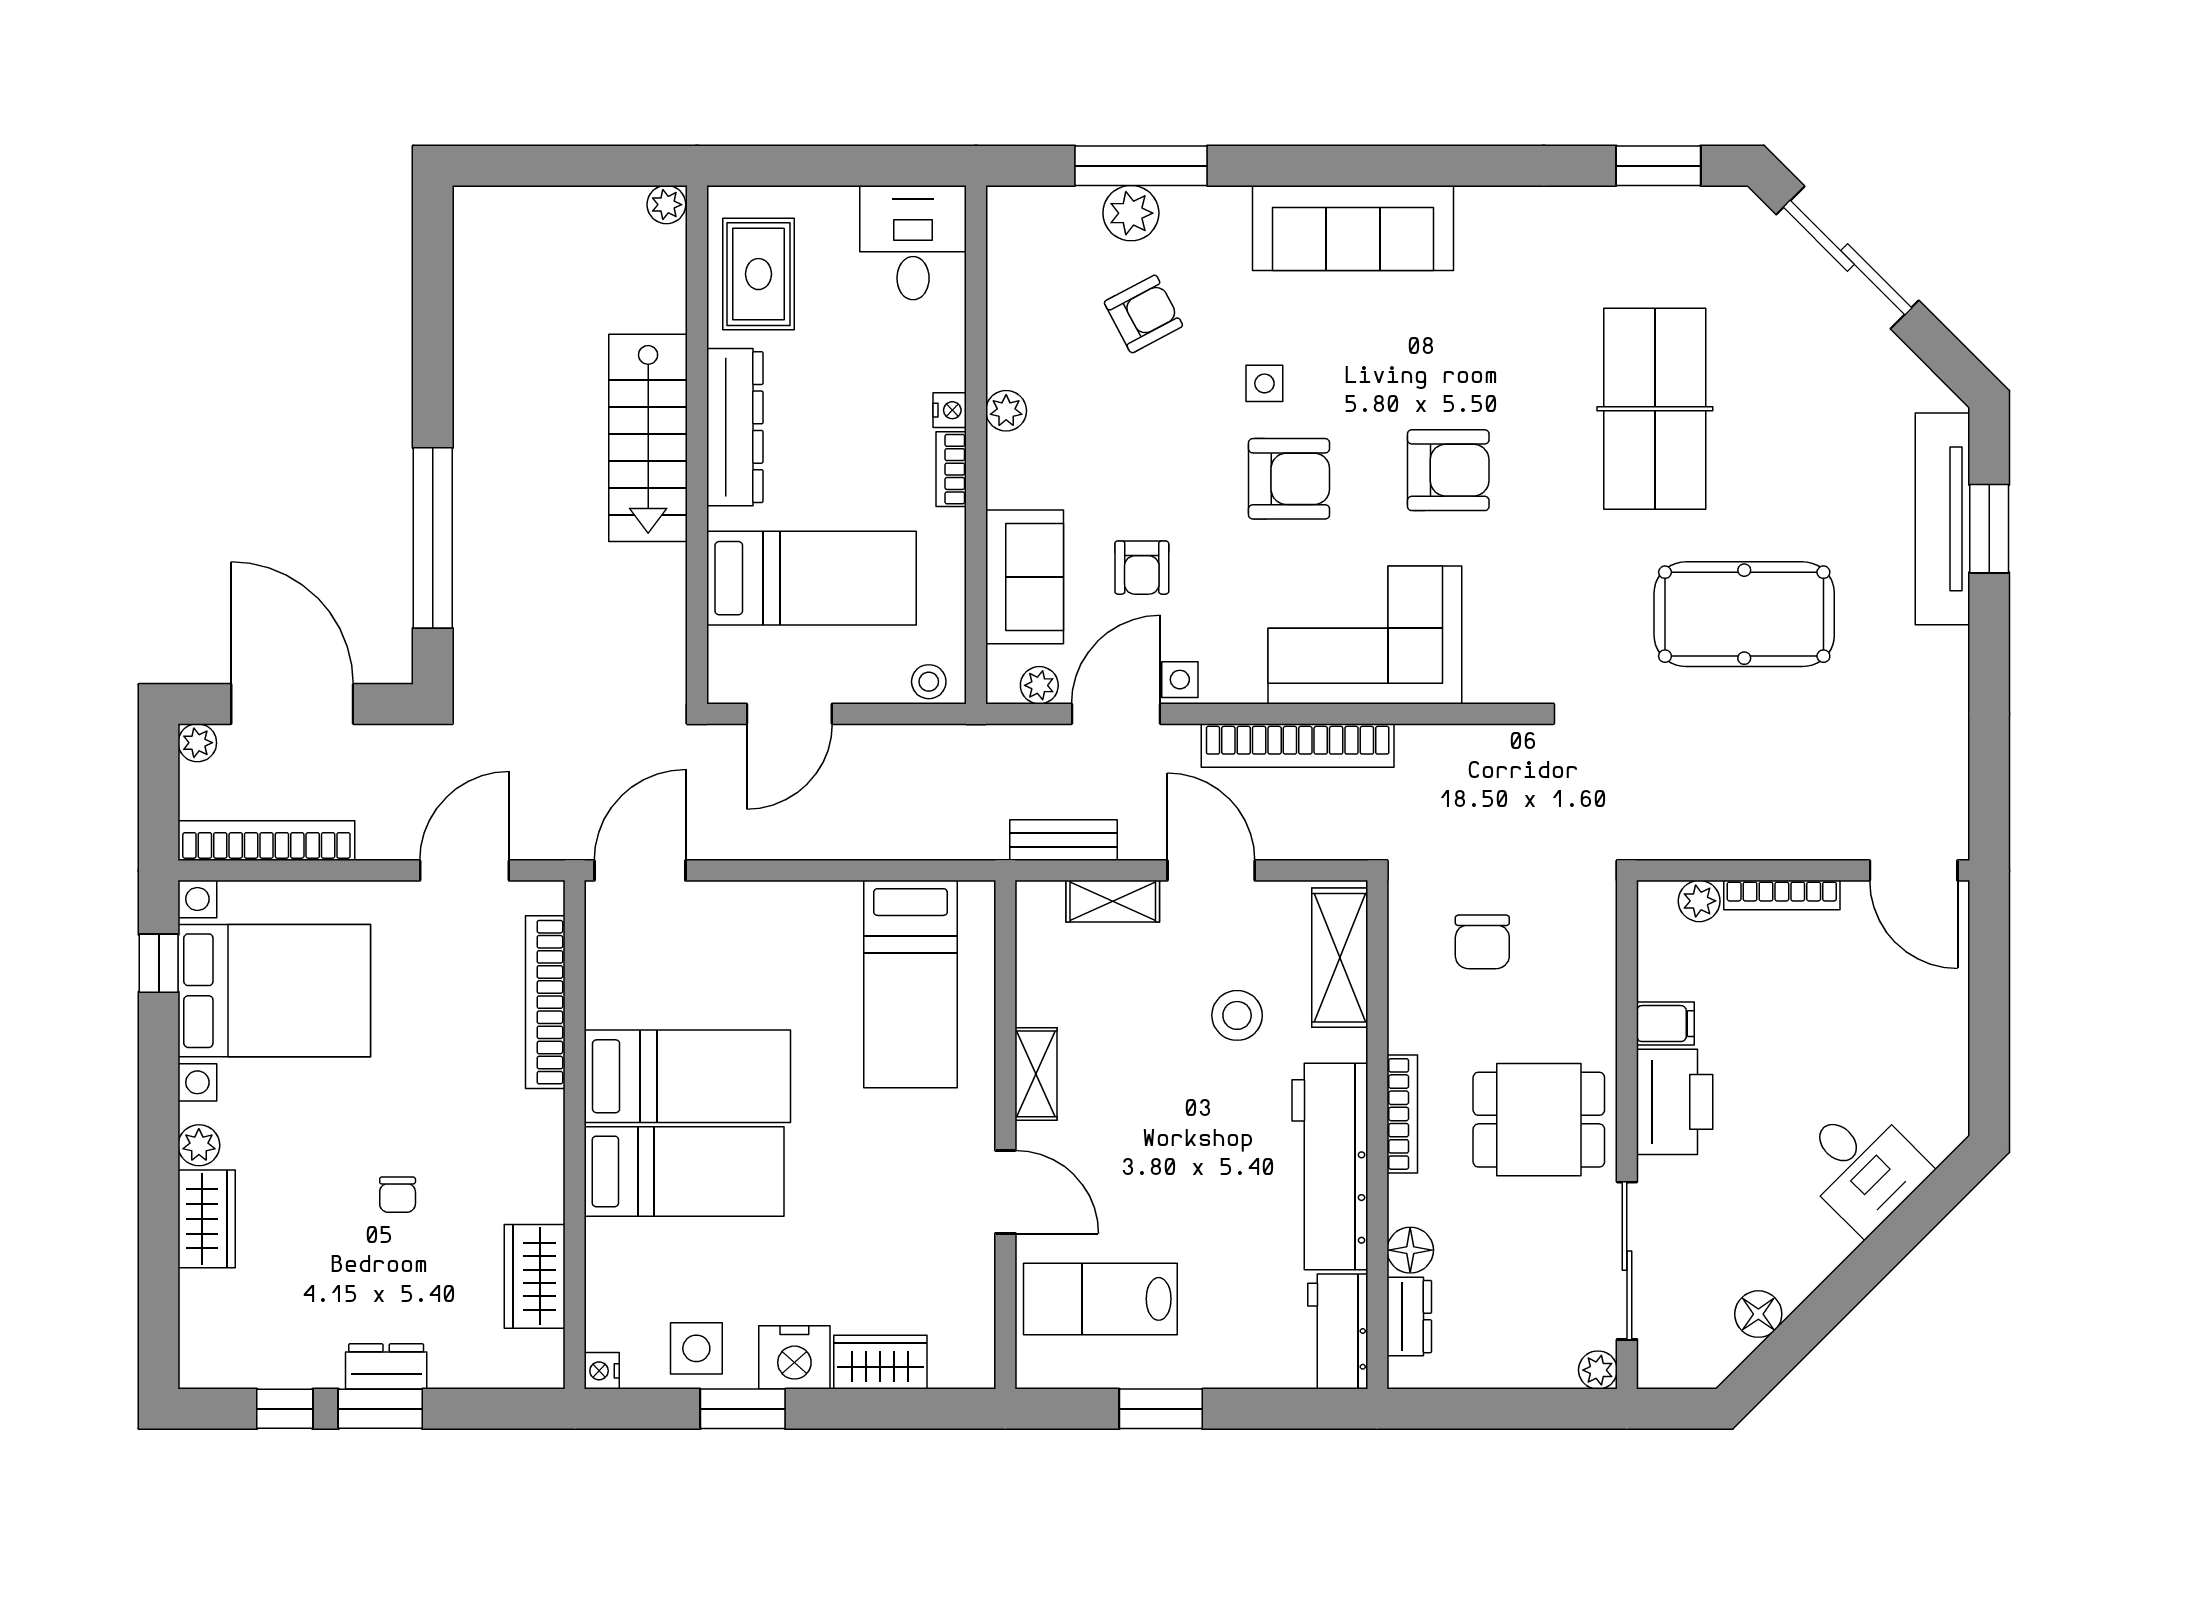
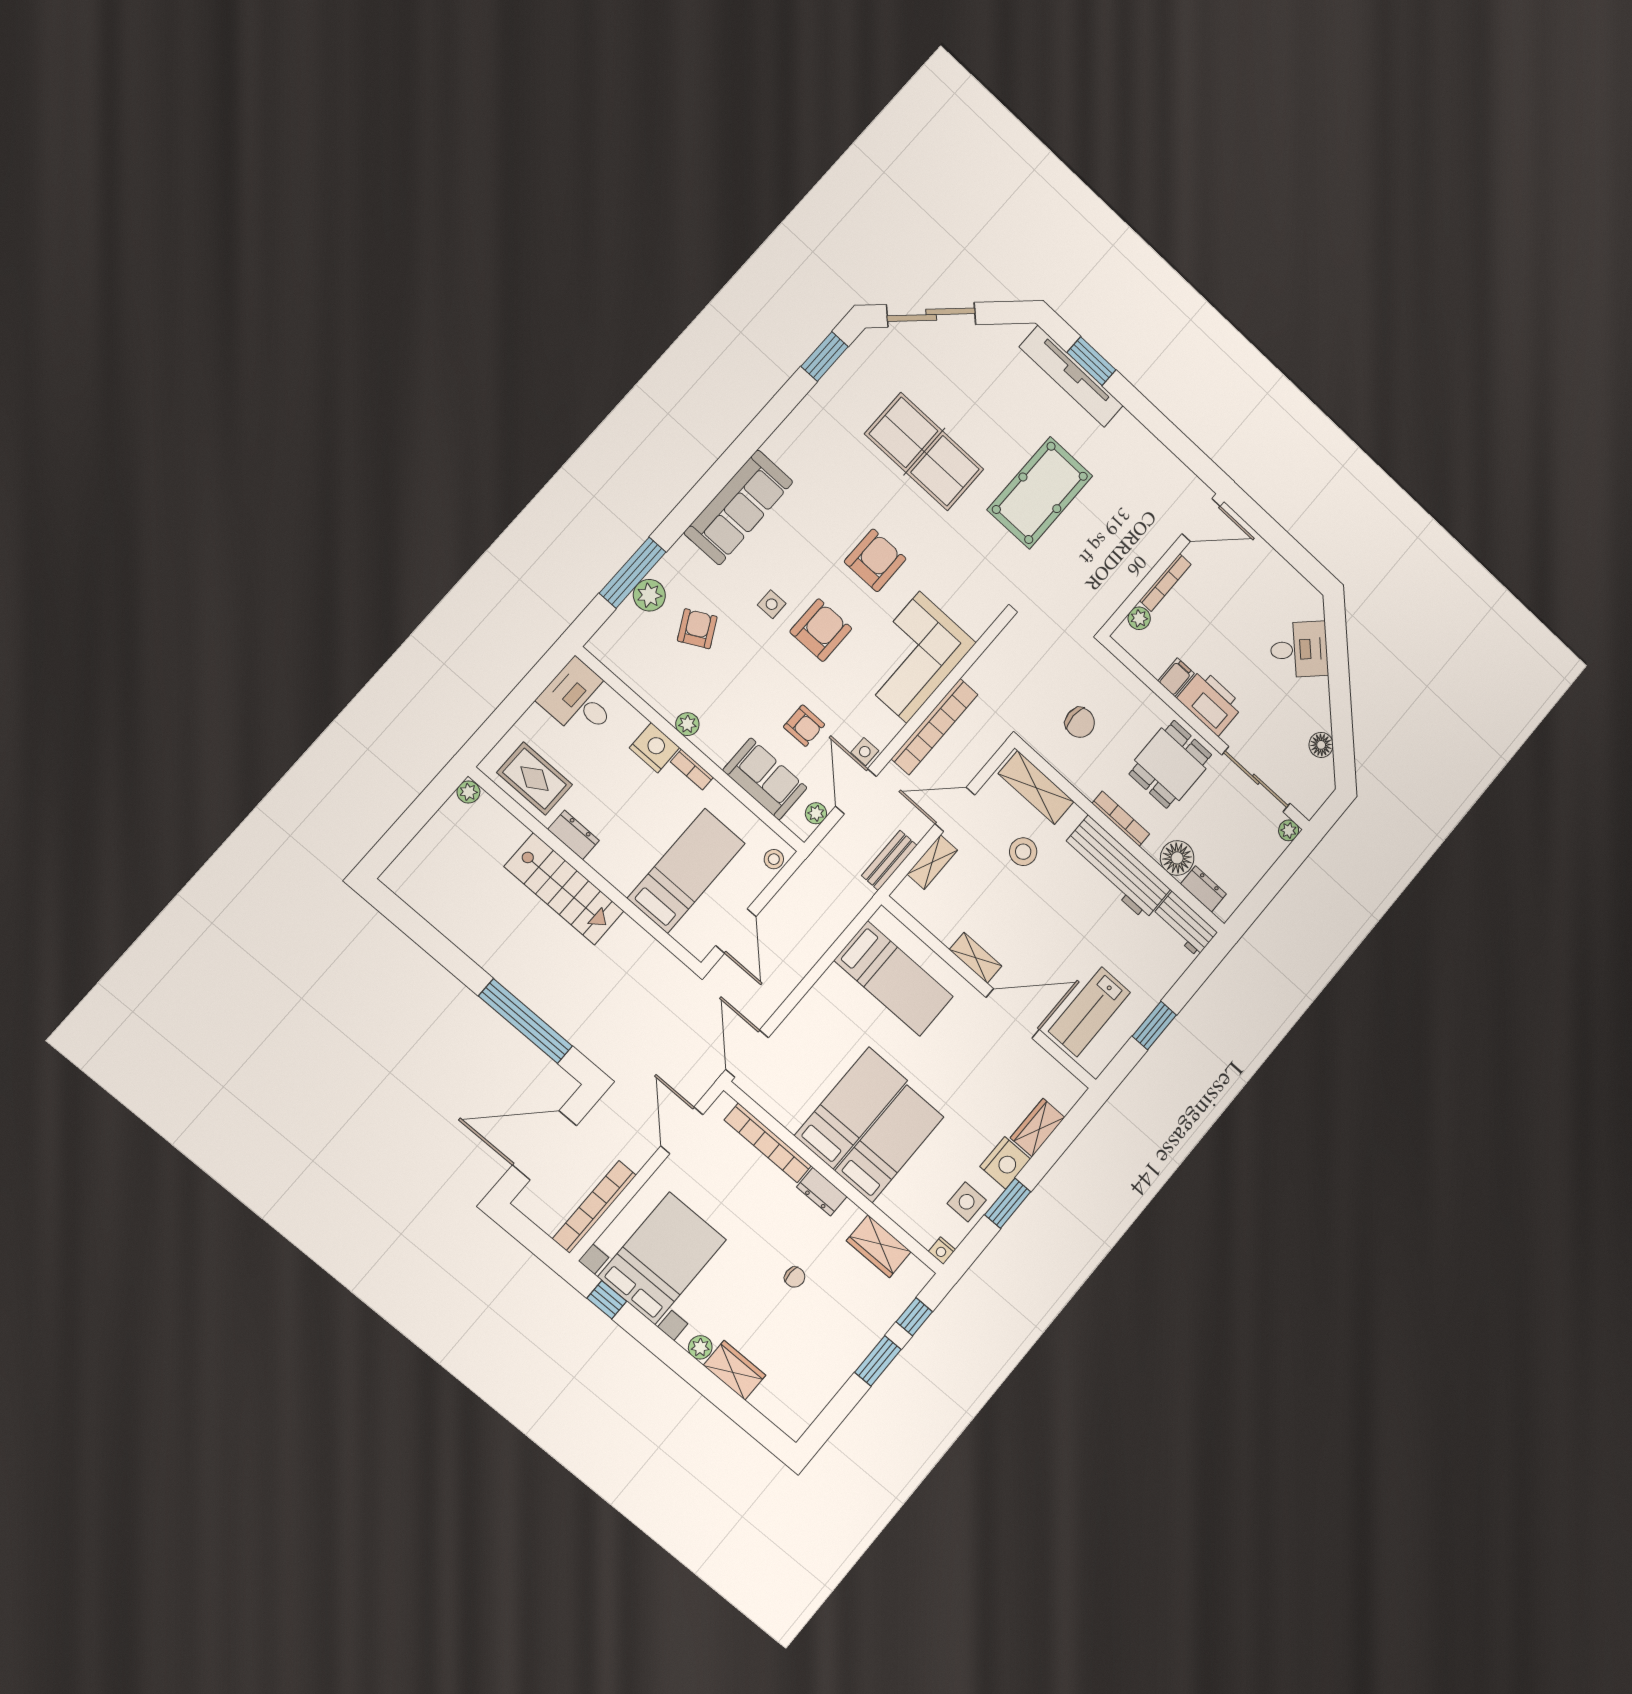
nightstand: (950, 410) -> (654, 748), width x1.89, depth x1.79
dresser: (735, 427) -> (573, 835), width x0.51, depth x0.80
plant: (197, 743) -> (525, 1202), removed
door: (1005, 1192) -> (1013, 1013), width x1.36
floor lamp: (1410, 1250) -> (1177, 858), width x1.38, depth x1.38
dresser: (386, 1366) -> (822, 1192), moved, turned -90
window: (285, 1409) -> (914, 1317), moved

